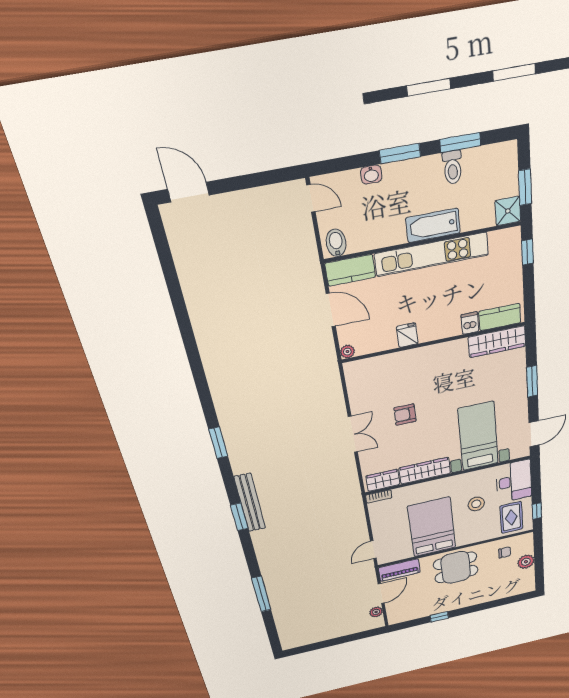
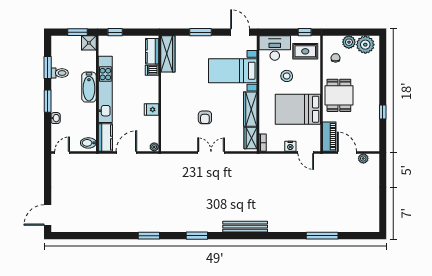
window: (239, 517) -> (149, 236), moved
nightstand: (379, 530) -> (290, 146), added
plant: (524, 579) -> (365, 45), added

